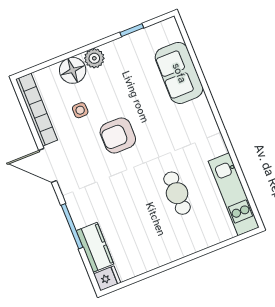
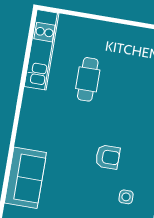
armchair: (118, 135) -> (108, 157), width x0.72, depth x0.72

